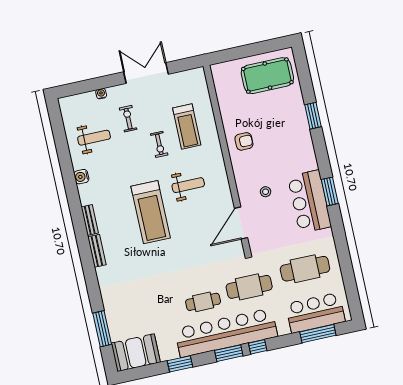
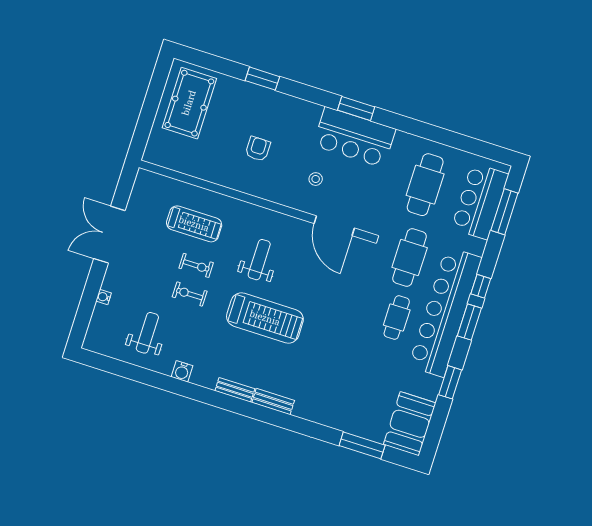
exercise bike: (128, 119) -> (190, 294), moved
armchair: (244, 141) -> (258, 149), moved

